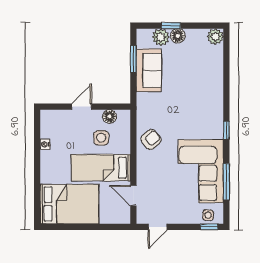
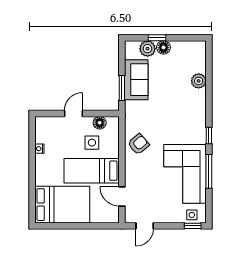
plant: (215, 37) -> (199, 81), moved
window: (133, 59) -> (122, 88), moved
window: (226, 182) -> (209, 171), moved

